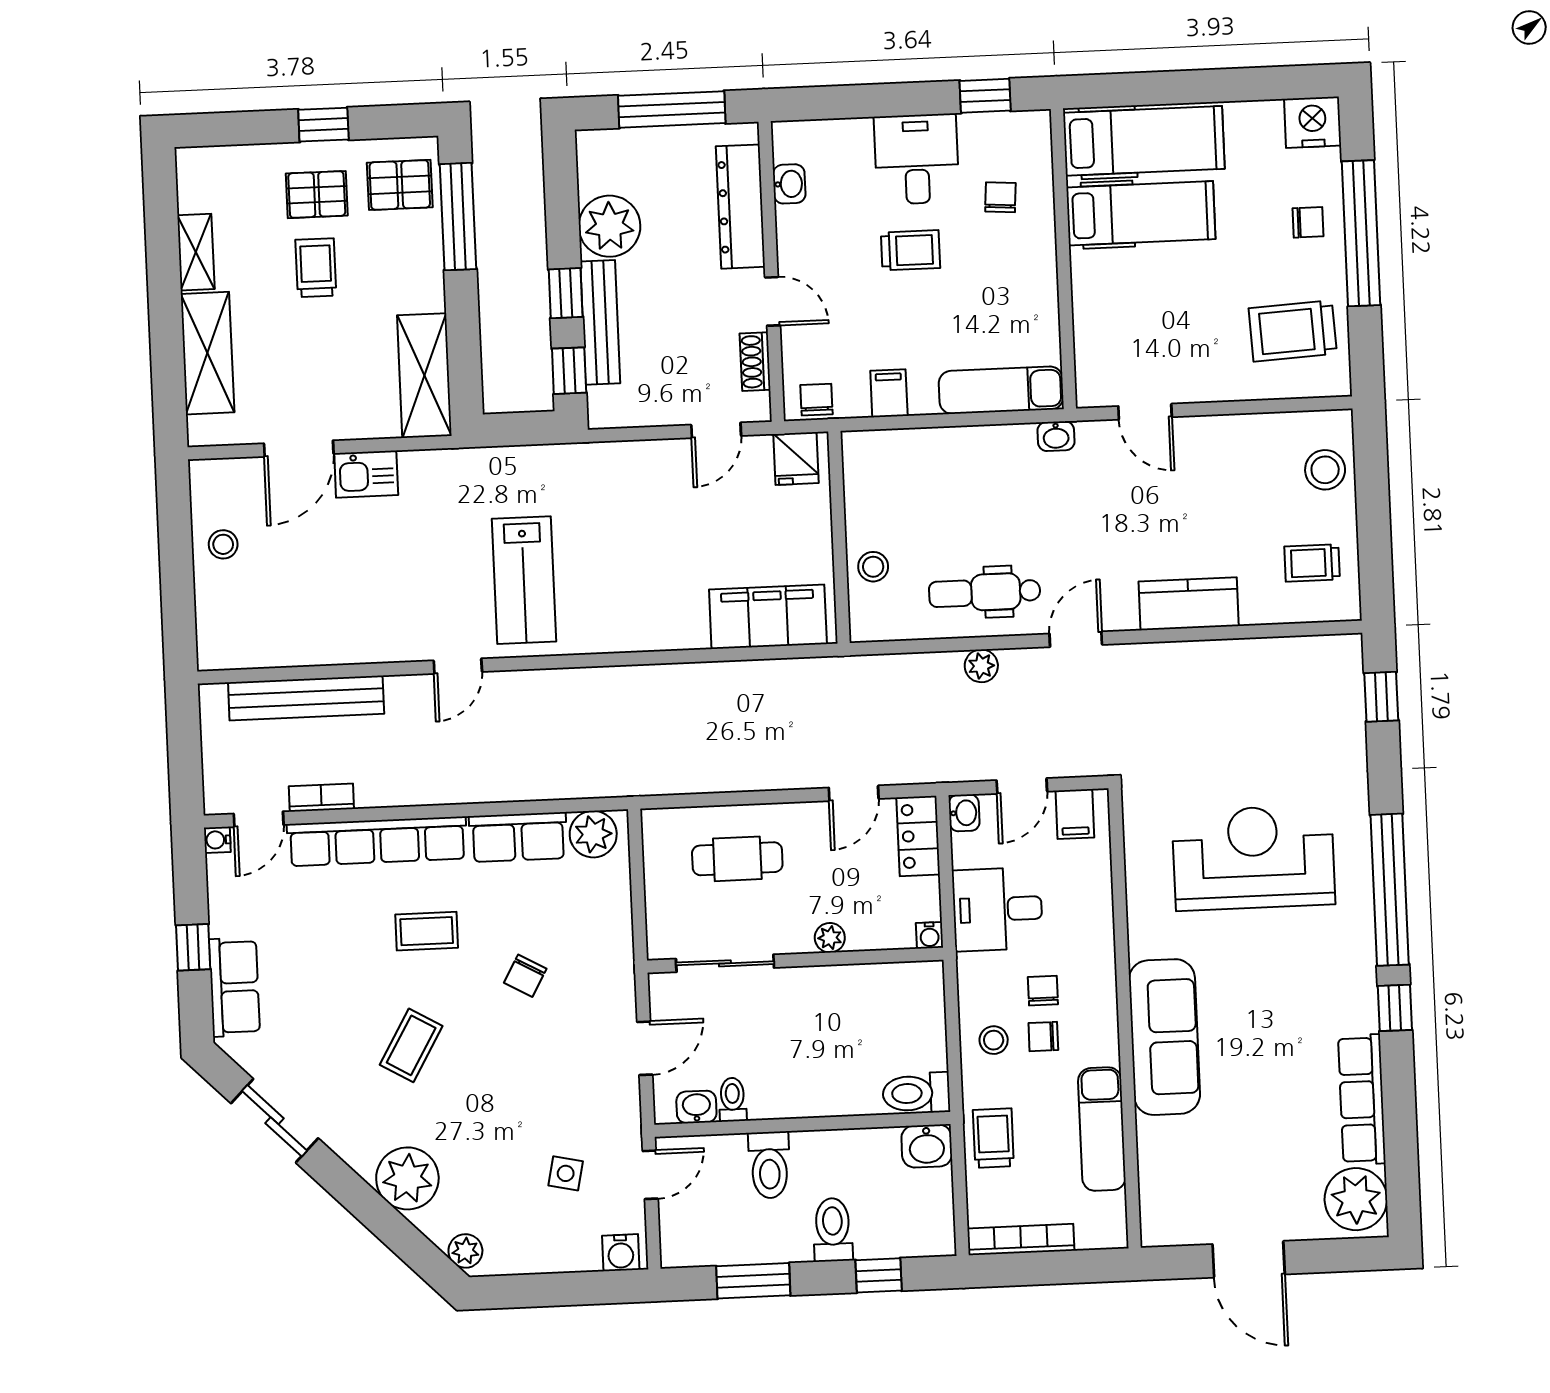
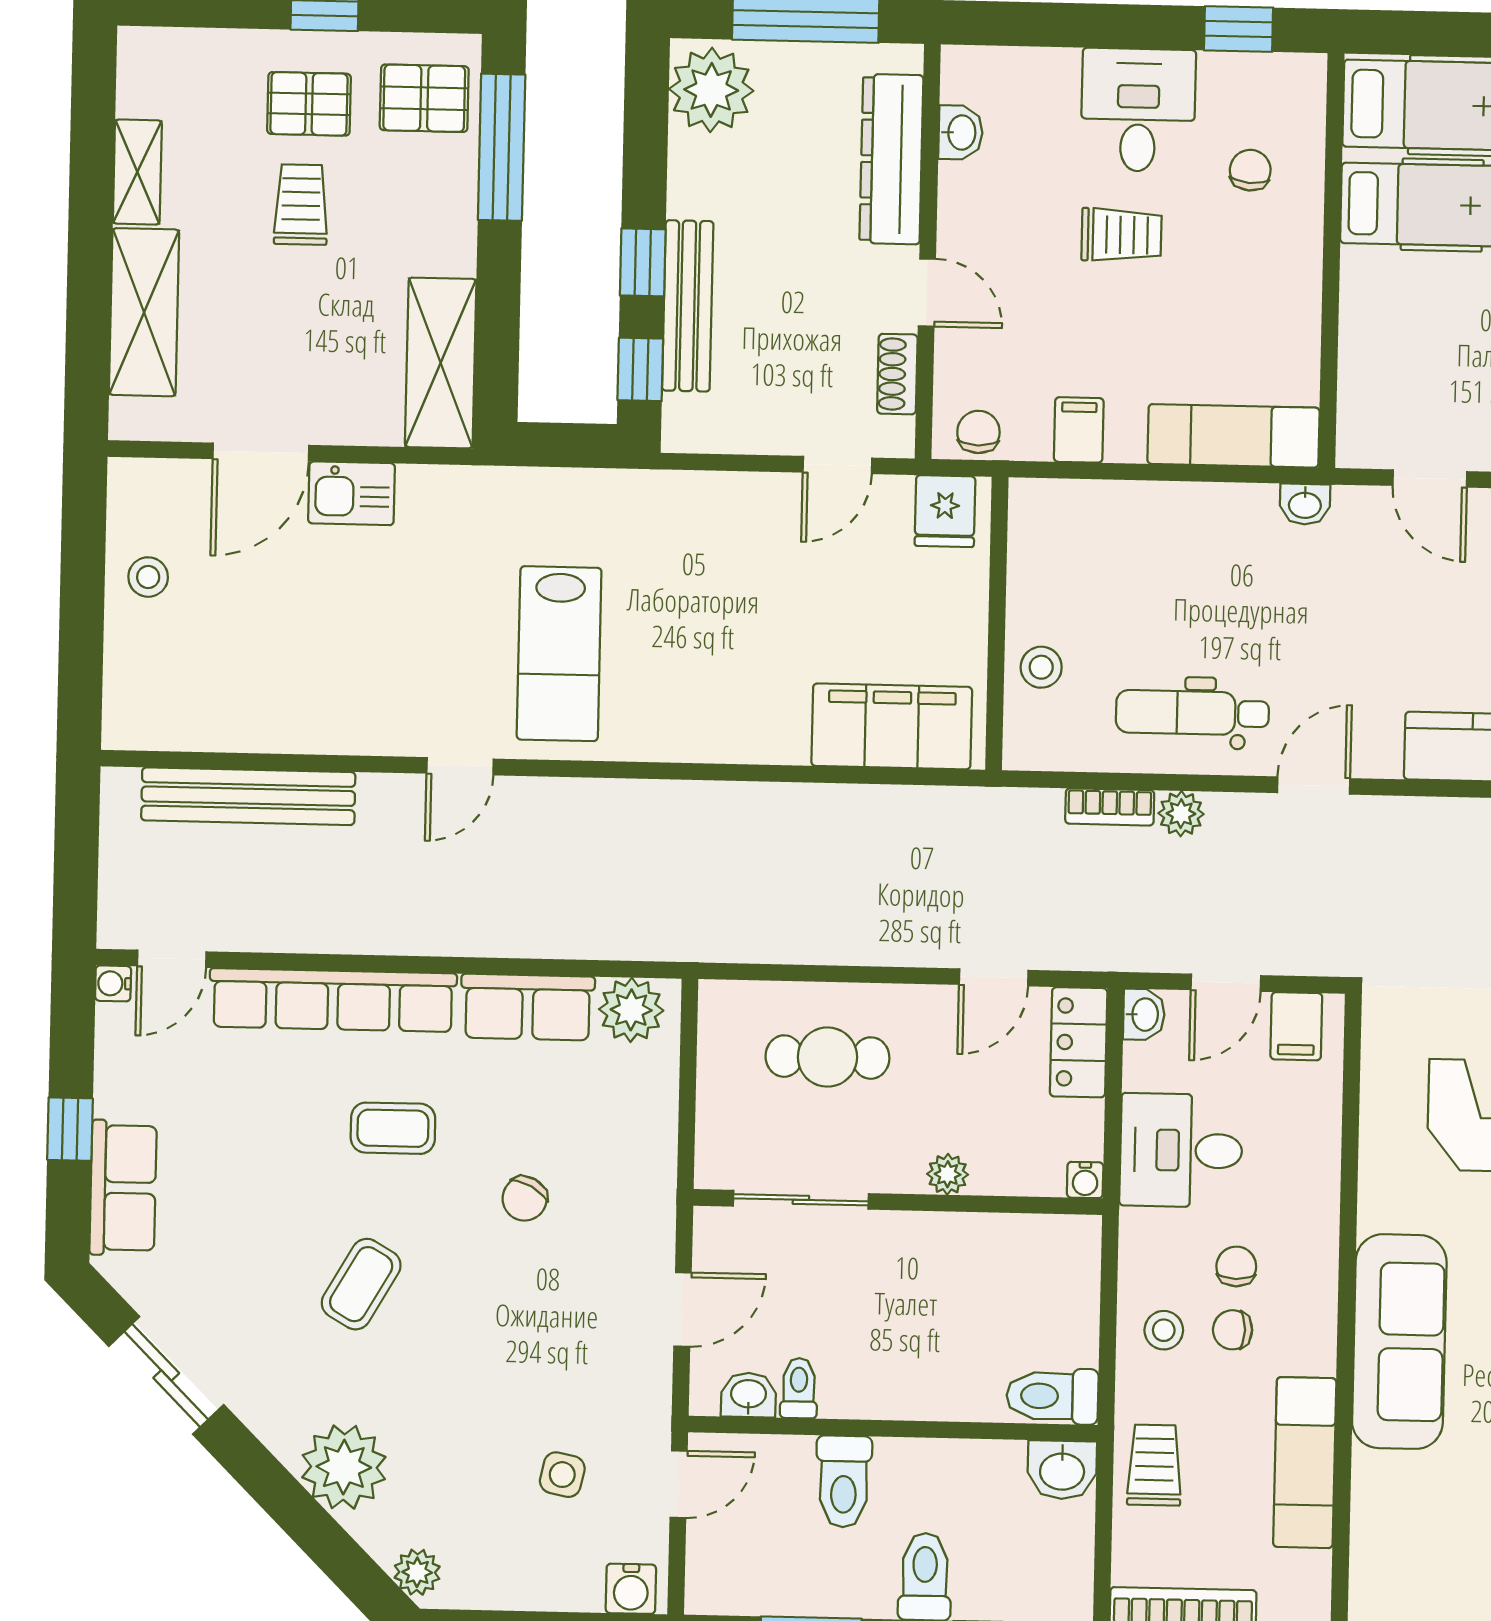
plant: (610, 226) -> (711, 90), moved
bookcase: (321, 798) -> (1110, 807), moved, turned 180

